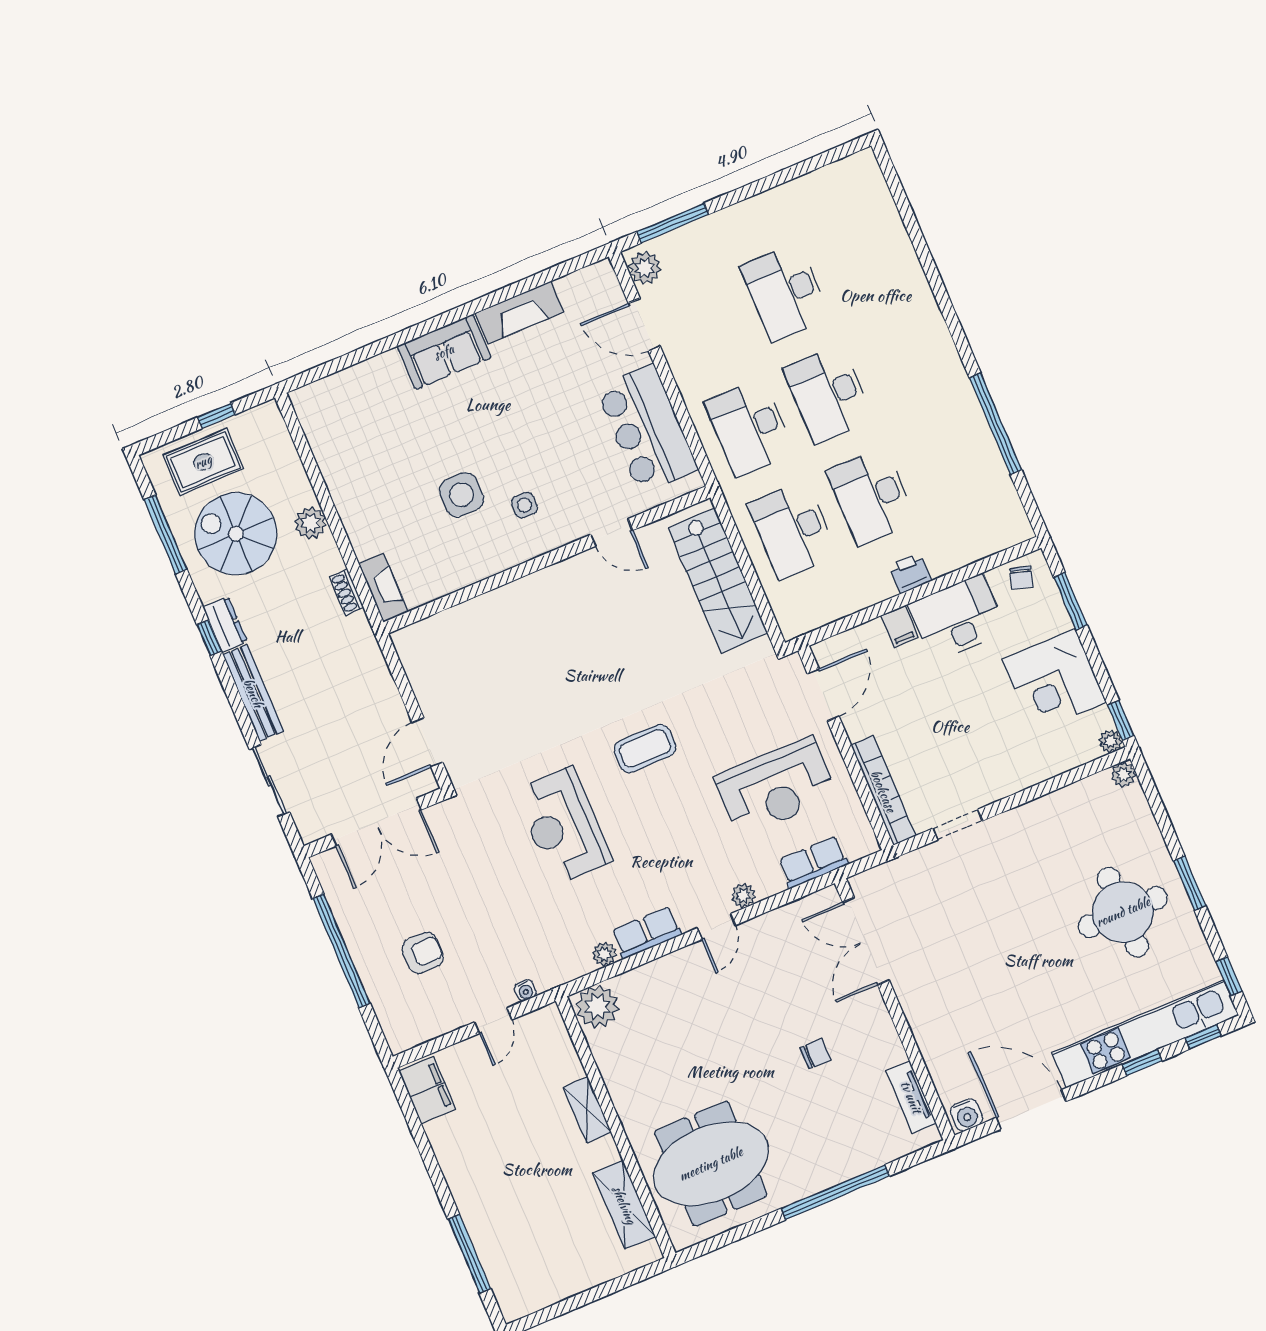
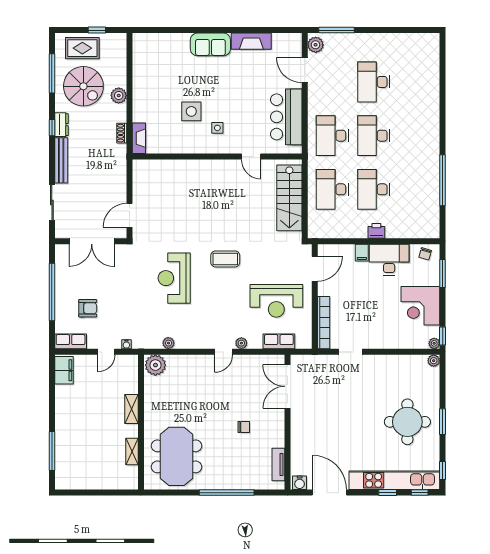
spiral stairs: (236, 534) -> (83, 86), turned 180
row of seats: (647, 933) -> (71, 341), moved
meeting table: (711, 1164) -> (176, 456), turned 90
shelving: (624, 1205) -> (132, 452), width x0.67, depth x0.75

